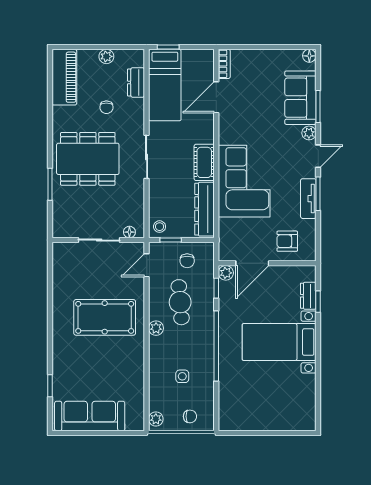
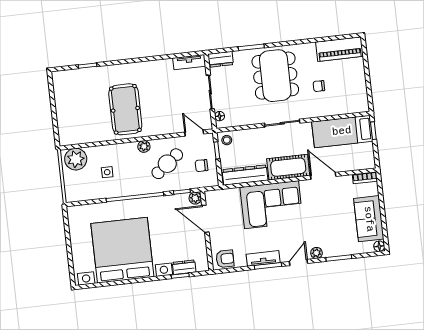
plant: (106, 56) -> (360, 81), removed
dresser: (136, 82) -> (221, 59), moved, turned 180
door: (216, 97) -> (323, 176), moved
sofa: (300, 98) -> (369, 219), moved, turned -90
door: (318, 156) -> (299, 262), swing flipped
cot: (204, 162) -> (288, 167), width x1.37, depth x1.34
armchair: (287, 241) -> (225, 259), moved, turned 90
tv unit: (60, 262) -> (189, 62), added
cafe table: (180, 302) -> (167, 164), turned -33
pool table: (105, 317) -> (125, 109), moved
bed with nightstands: (279, 342) -> (122, 250), width x1.85
sofa: (90, 416) -> (66, 101), removed
chair: (190, 416) -> (75, 182), removed
plant: (156, 419) -> (76, 159), width x1.88, depth x1.88

